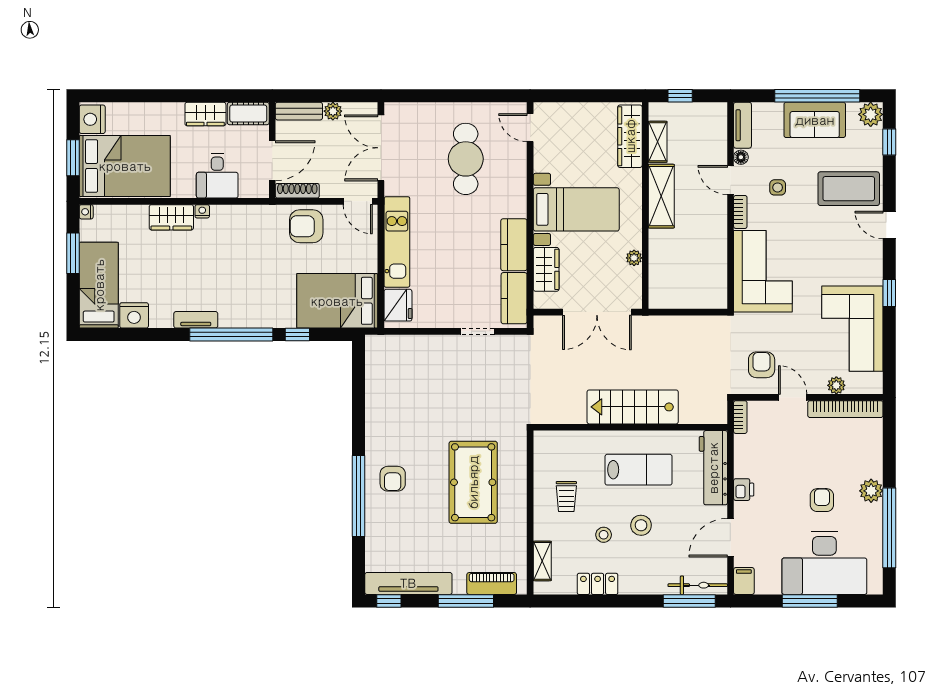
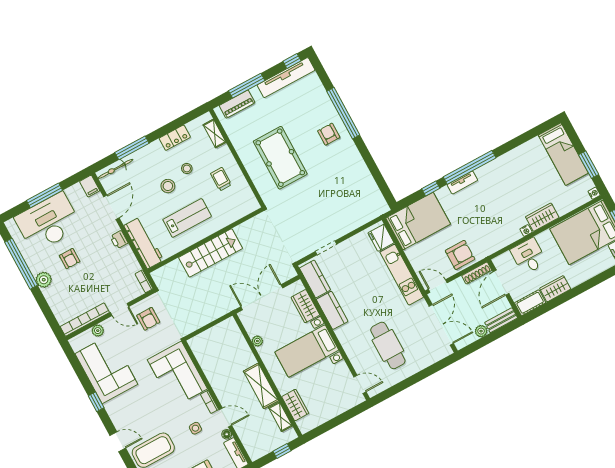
wardrobe: (630, 136) -> (295, 405), width x0.67
nightstand: (134, 315) -> (533, 148), removed
tv unit: (196, 320) -> (462, 182), moved
lab bench: (639, 470) -> (187, 218), turned 180
window: (689, 601) -> (132, 148), moved

